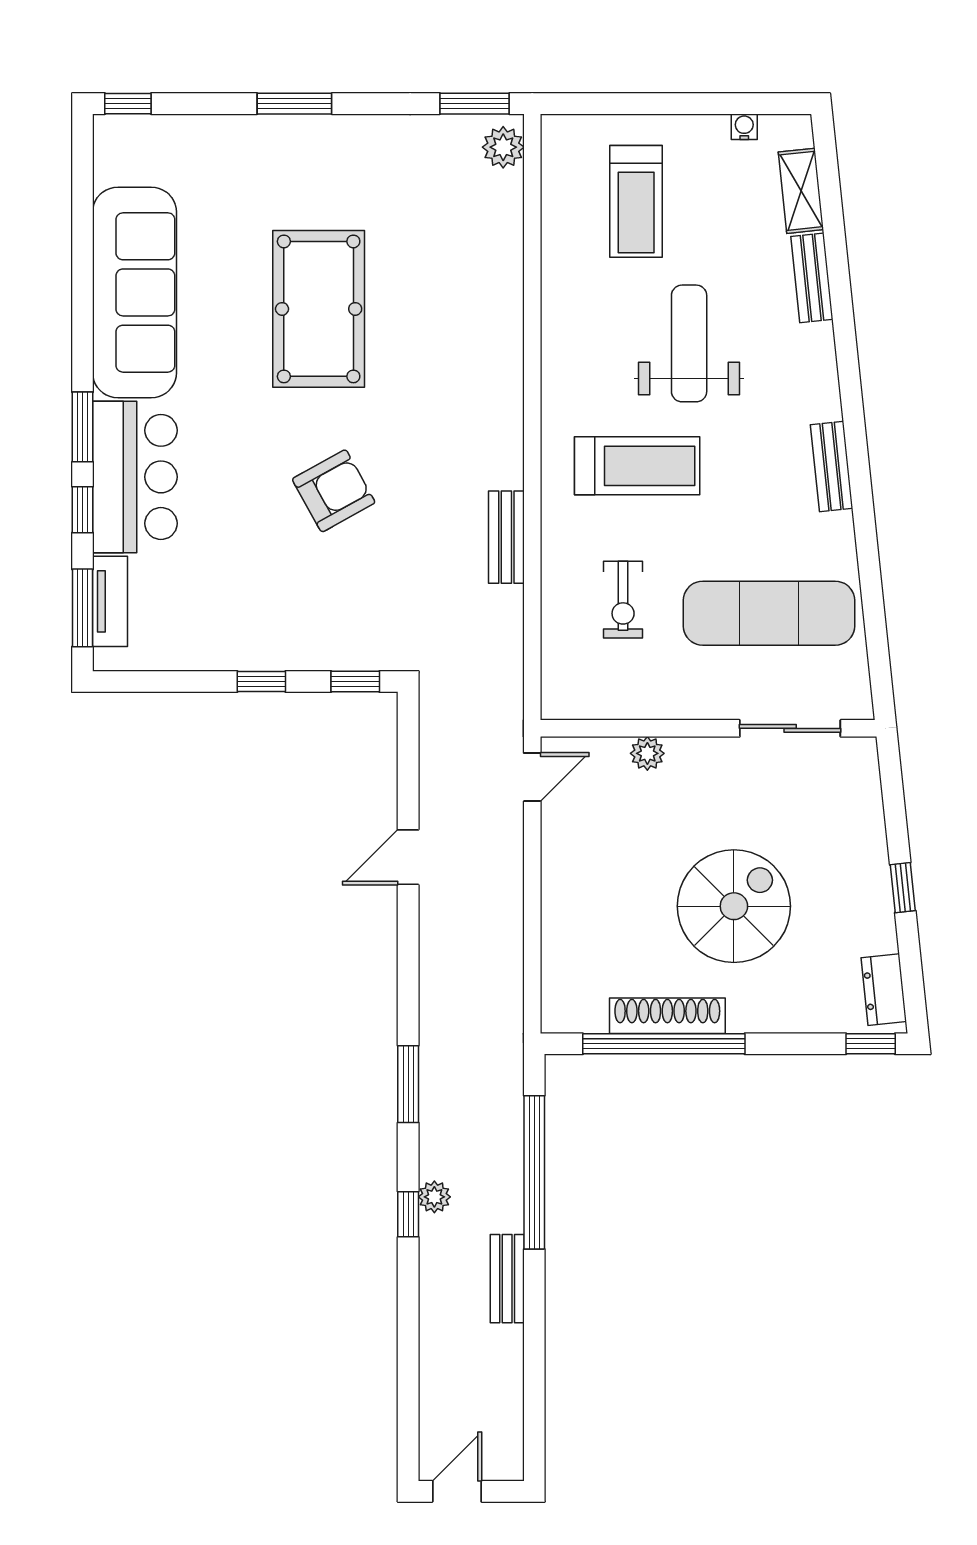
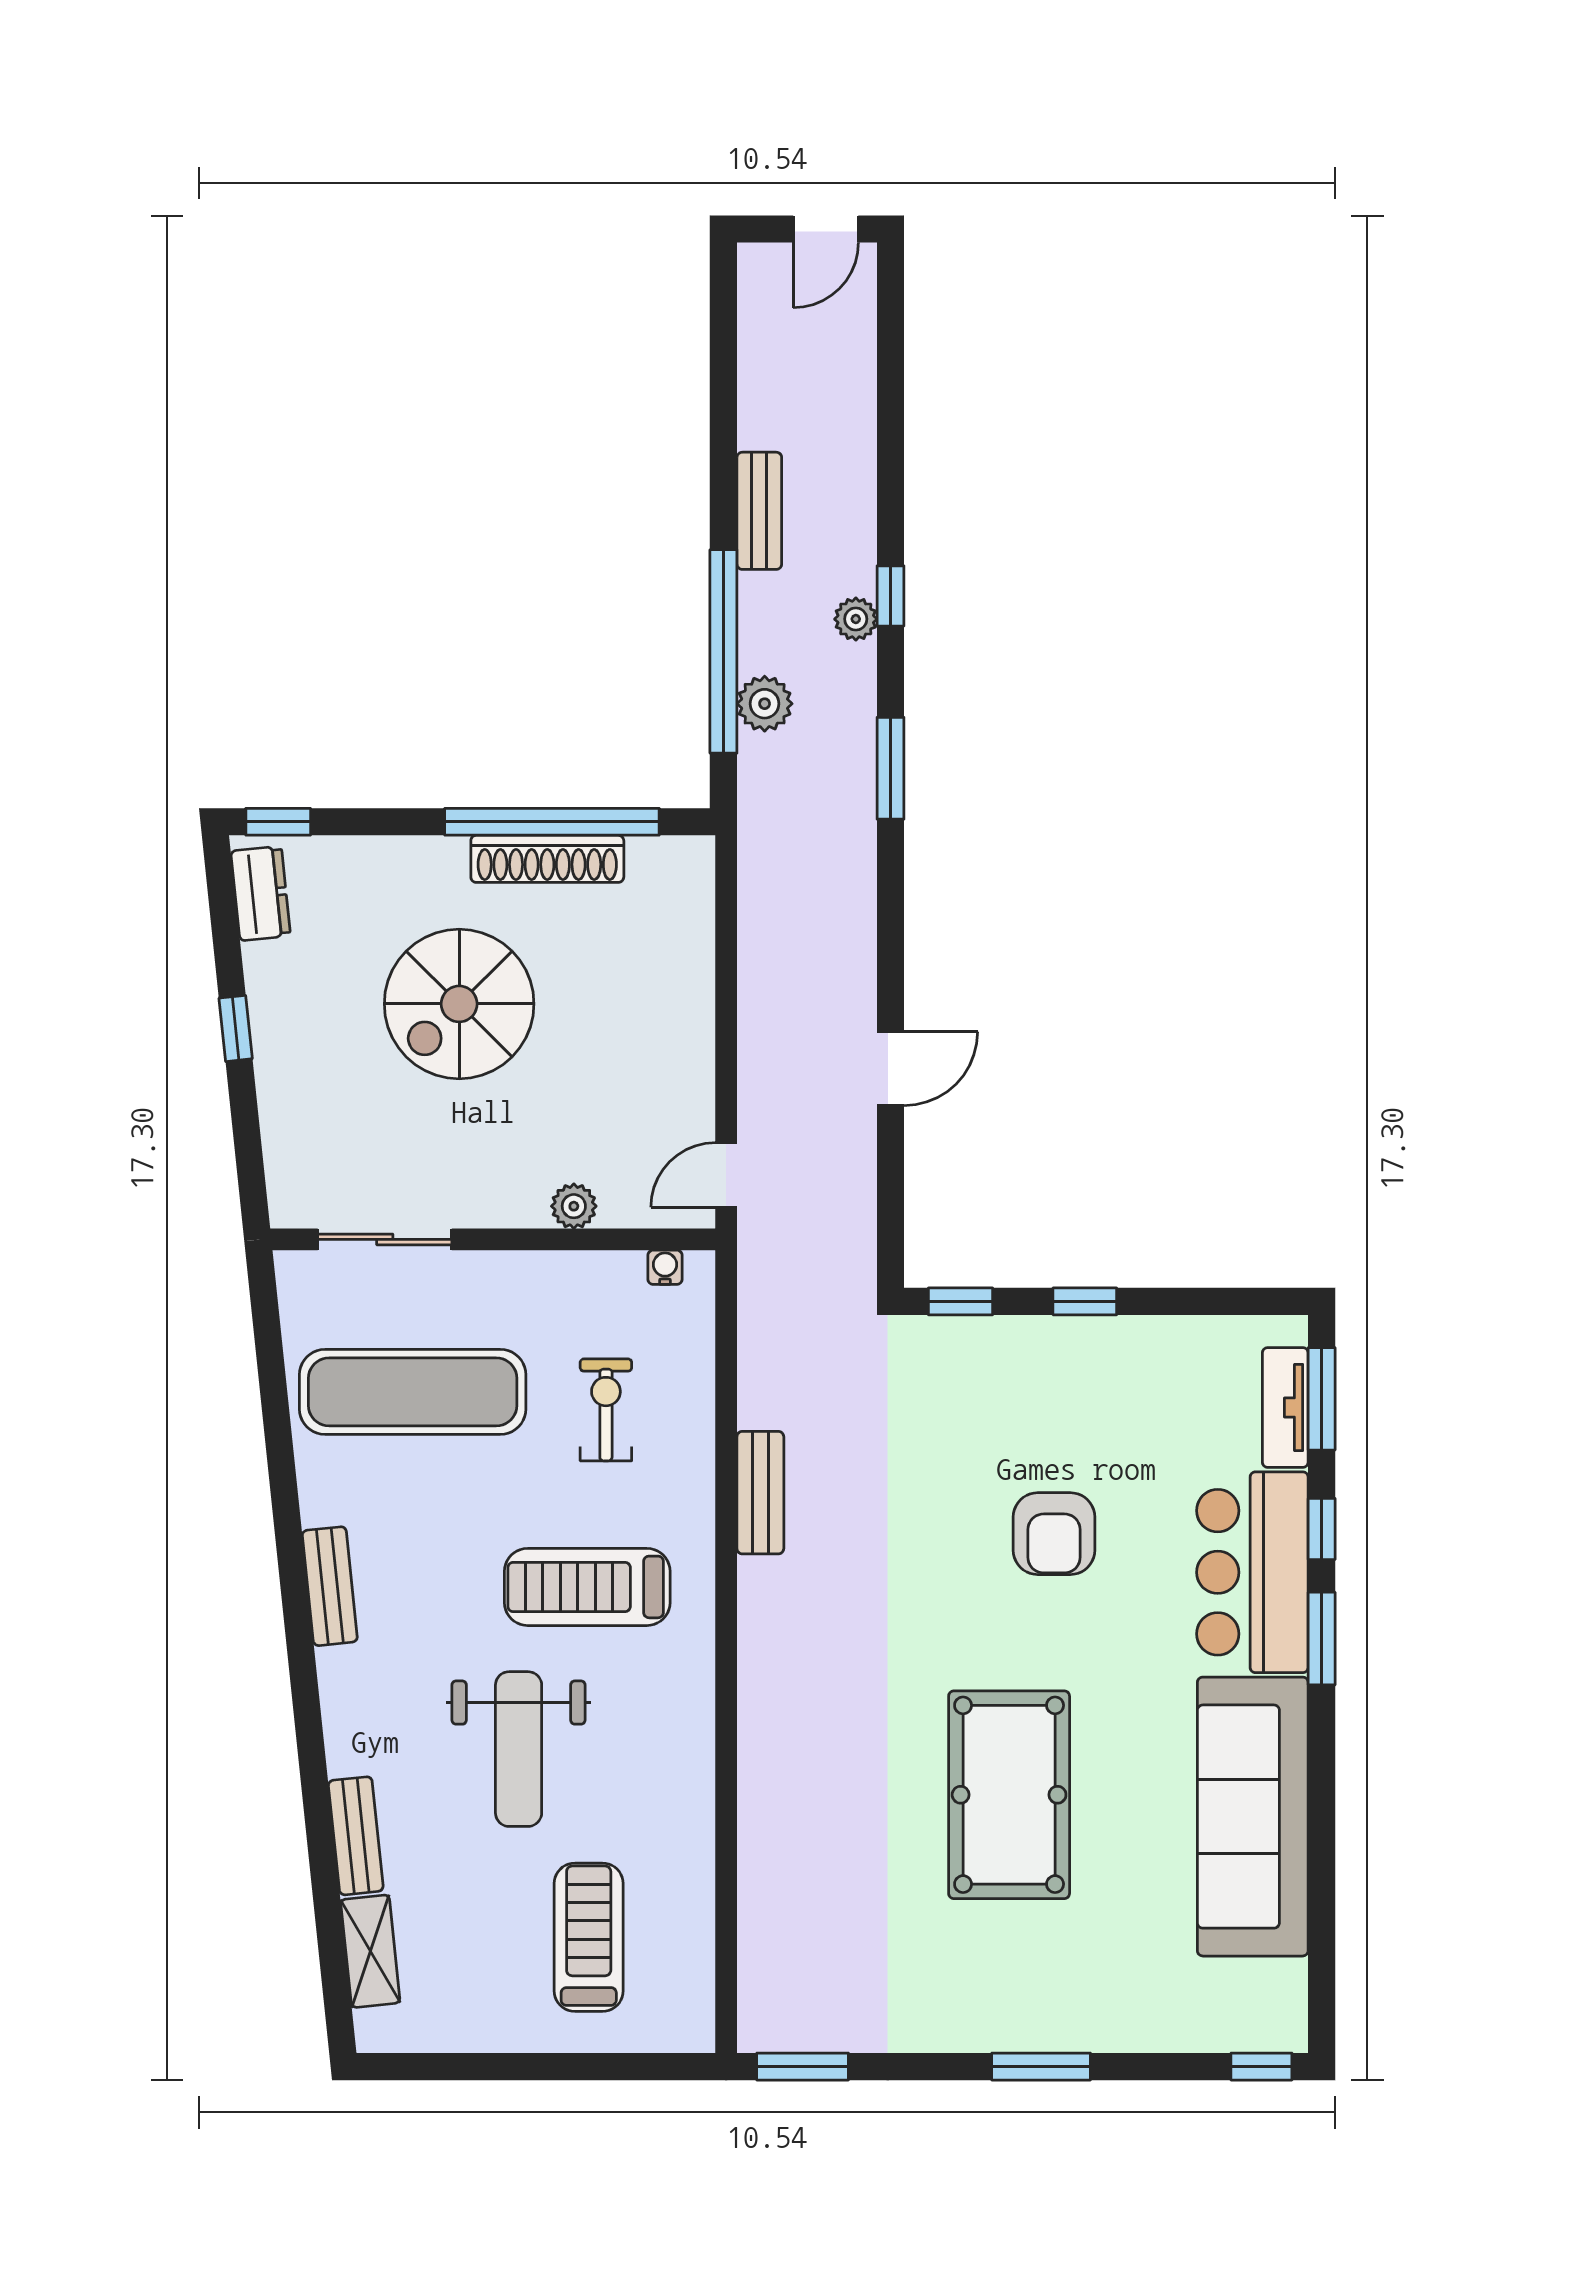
water cooler: (744, 127) -> (665, 1267), moved, turned 180
plant: (503, 147) -> (765, 704), moved
armchair: (334, 491) -> (1054, 1534), moved, turned -61

